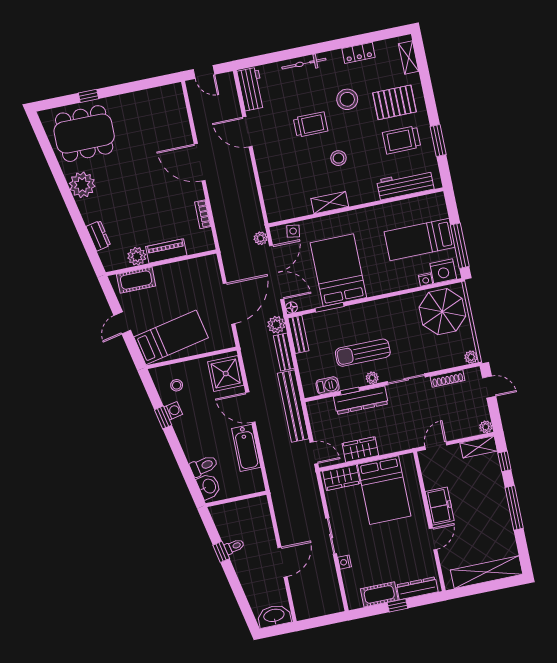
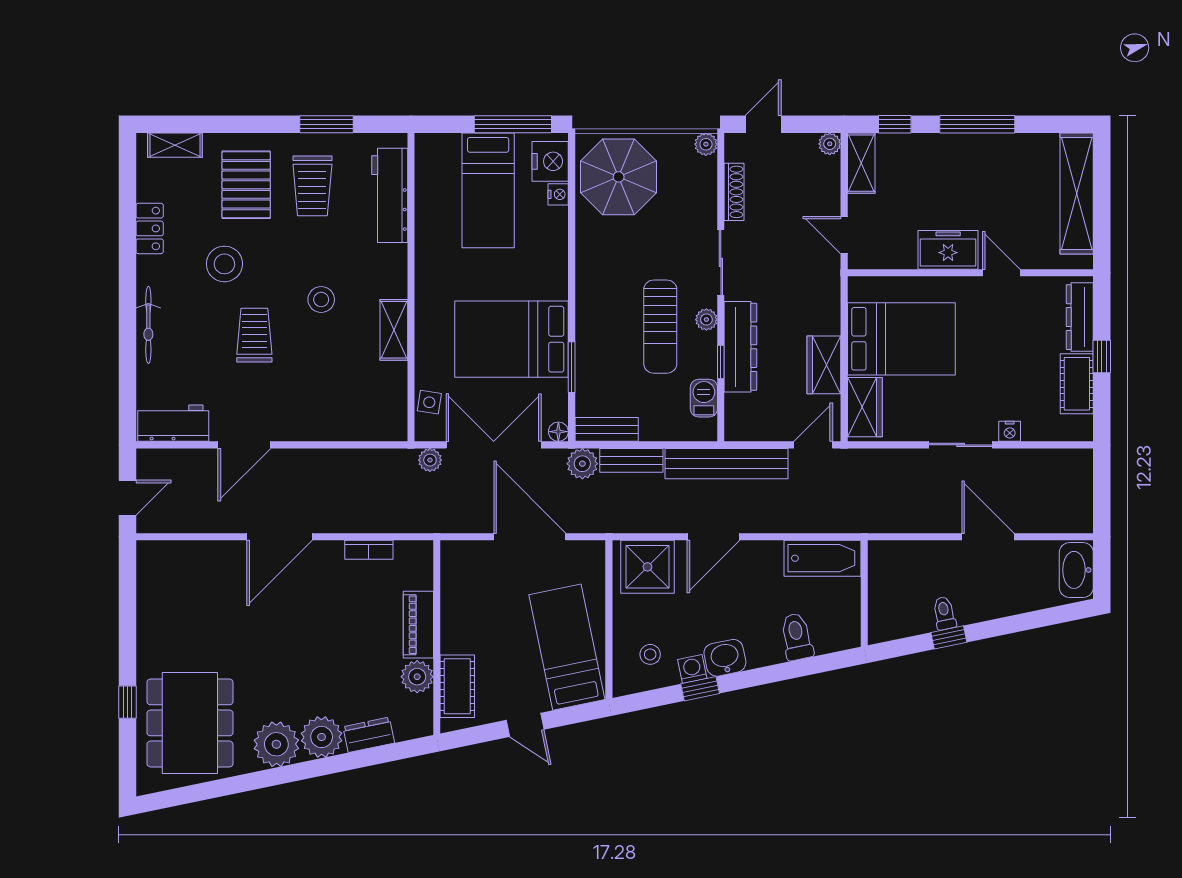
plant: (92, 209) -> (322, 737), added
bathtub: (246, 448) -> (822, 558), moved
washbasin: (209, 486) -> (725, 658), moved

